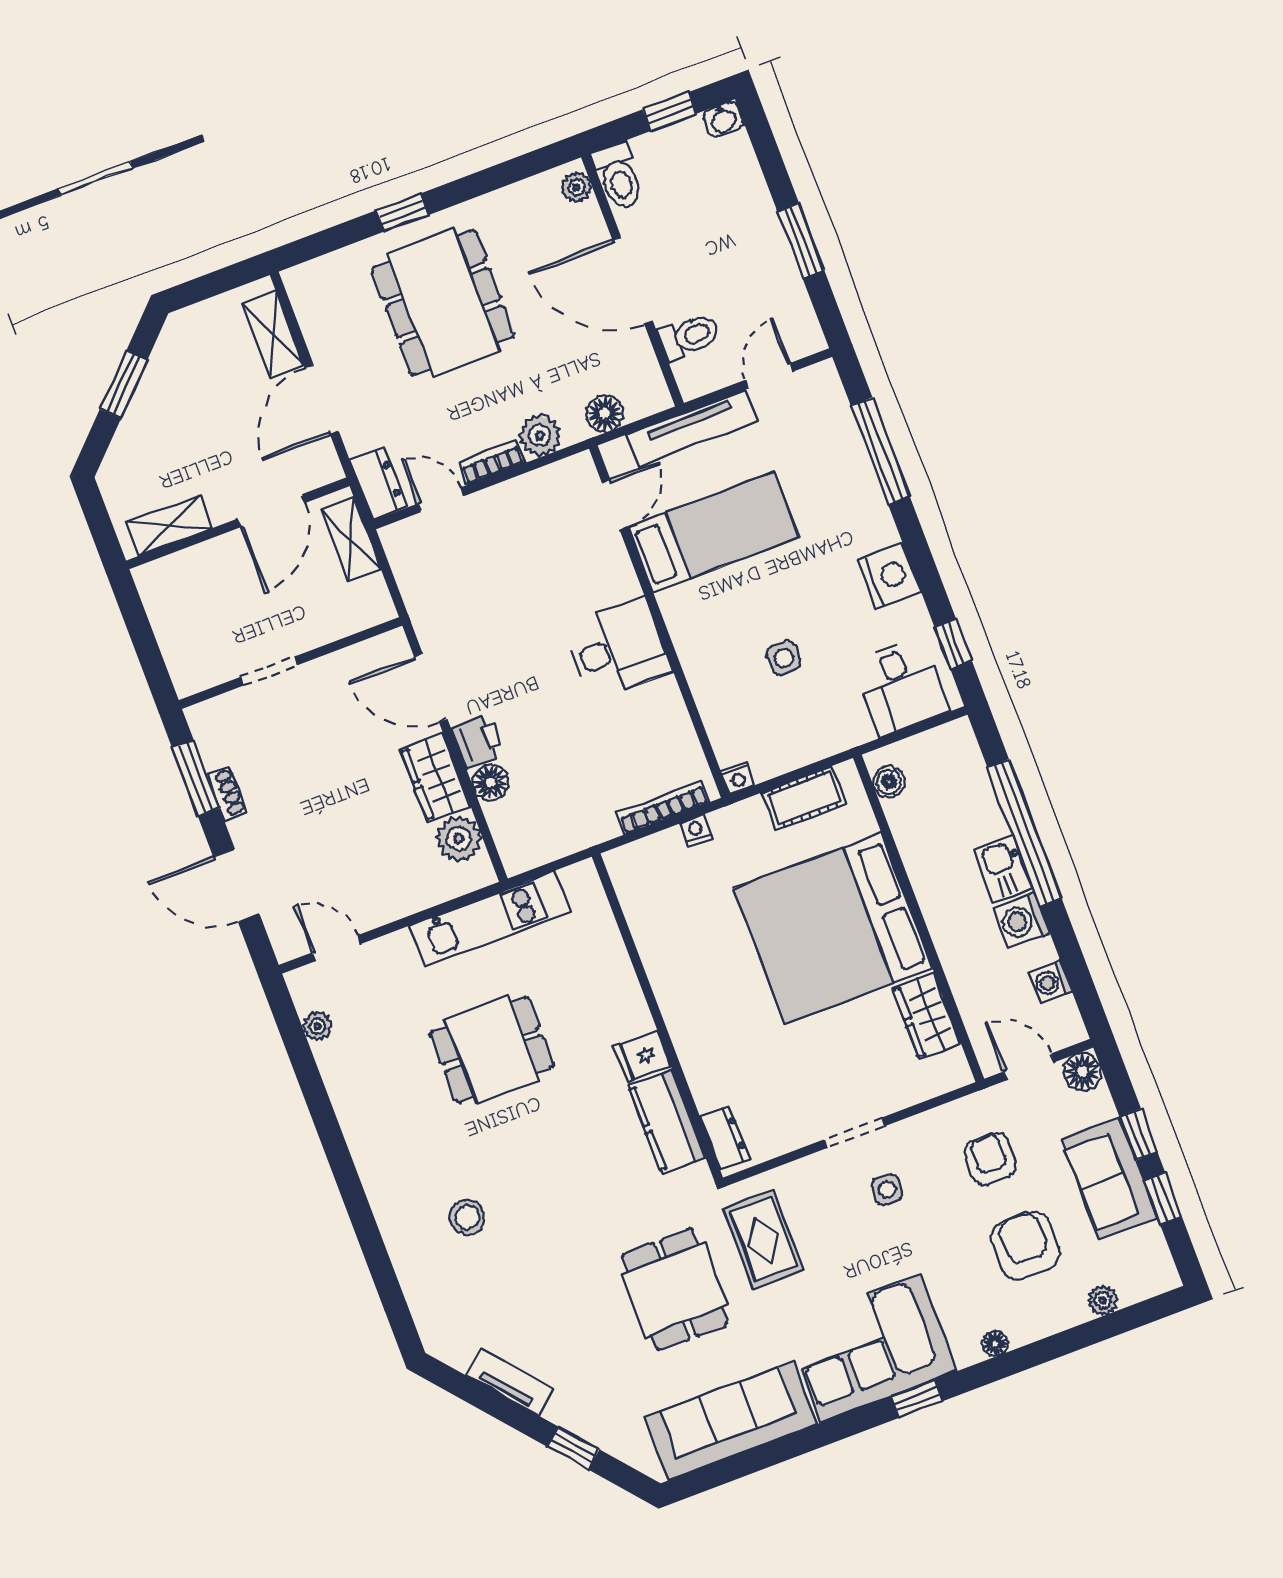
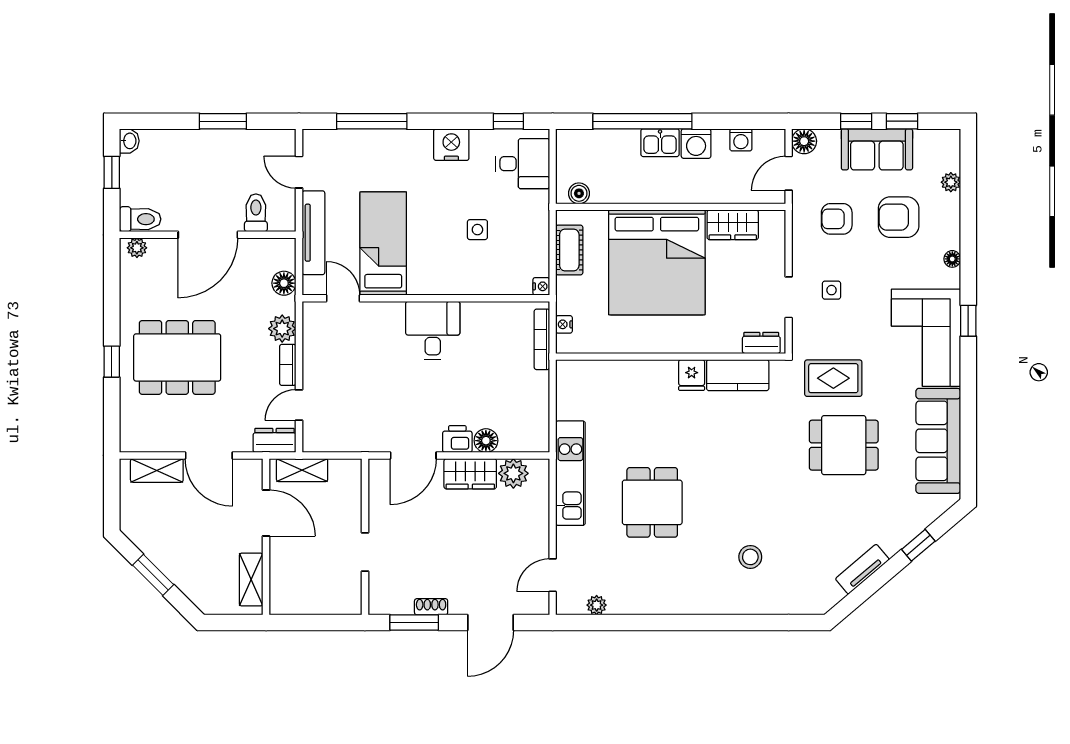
wall: (657, 1017) -> (671, 357), moved
fridge: (642, 1056) -> (692, 375), moved
kitchen counter: (667, 1122) -> (738, 375), moved
dresser: (725, 1138) -> (761, 343), moved

